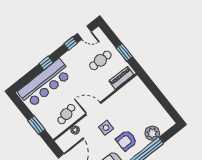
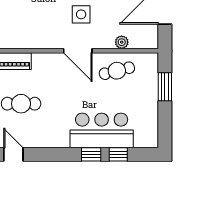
window: (71, 43) -> (118, 154), moved
bar counter: (45, 83) -> (102, 130), width x0.73

